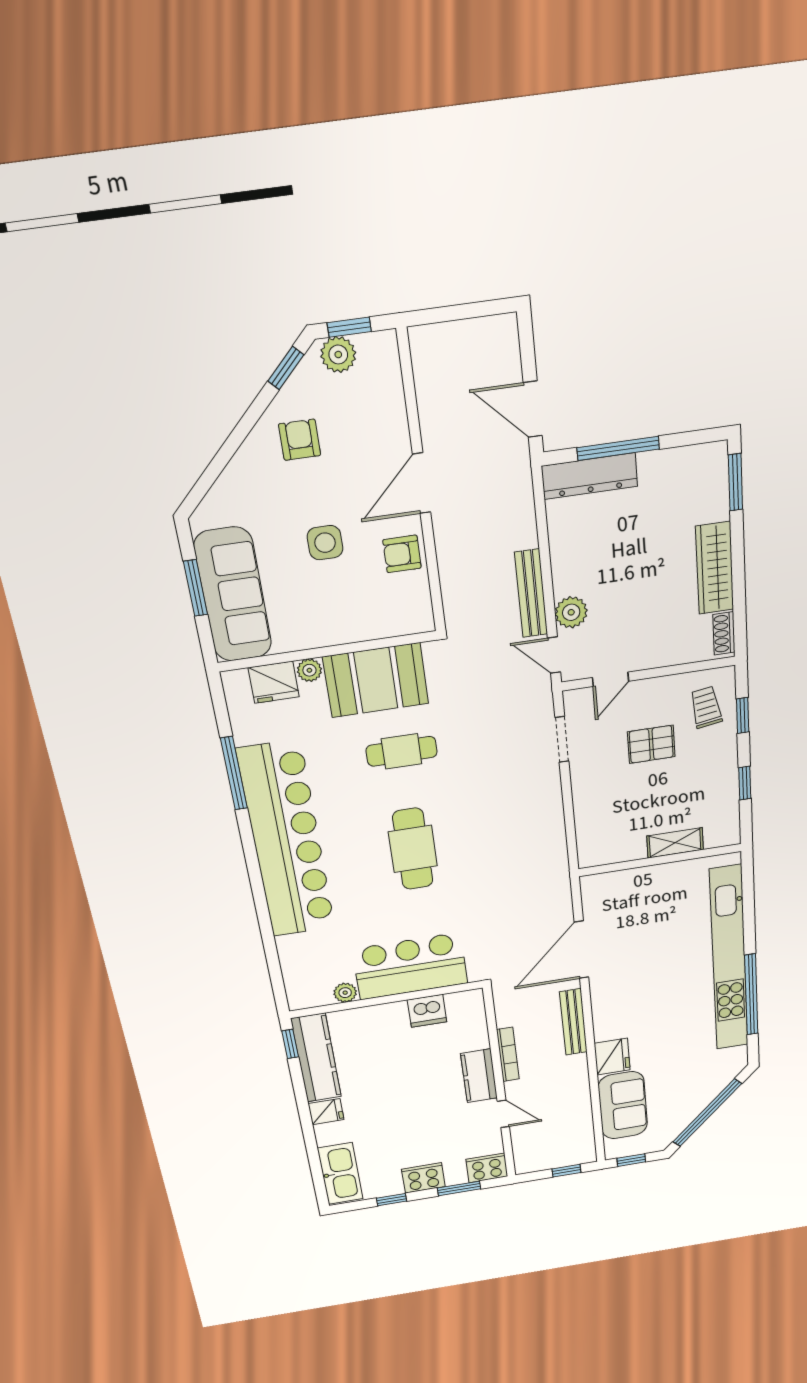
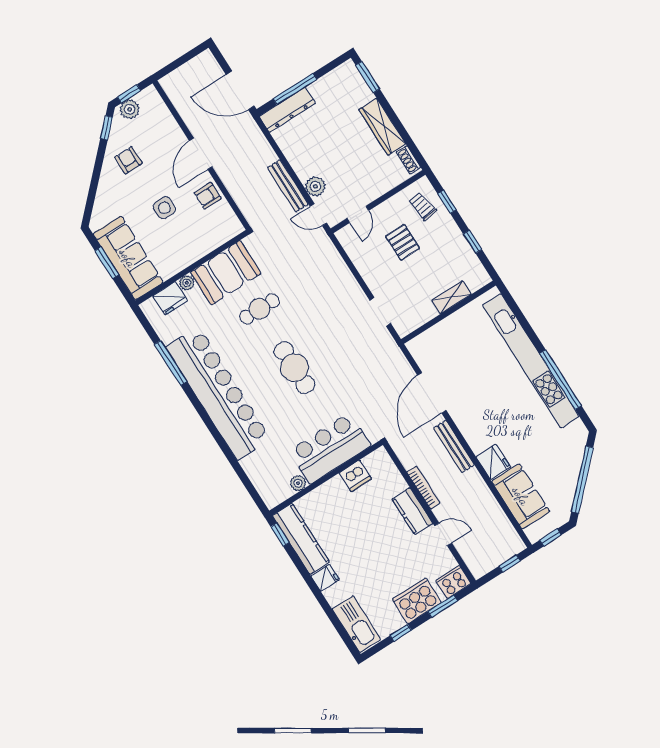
door: (533, 409) -> (240, 90), width x1.36
doorway: (562, 739) -> (380, 312), moved
pallet: (651, 744) -> (403, 242), turned 90
cooker: (423, 1178) -> (417, 601), width x1.37, depth x1.31

